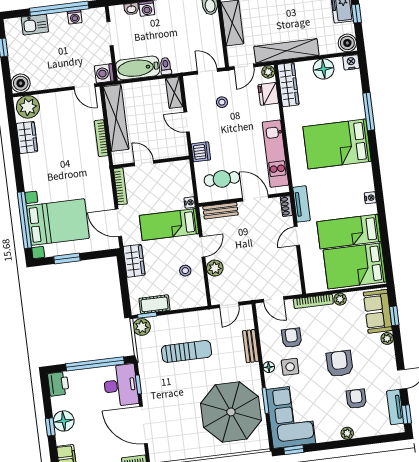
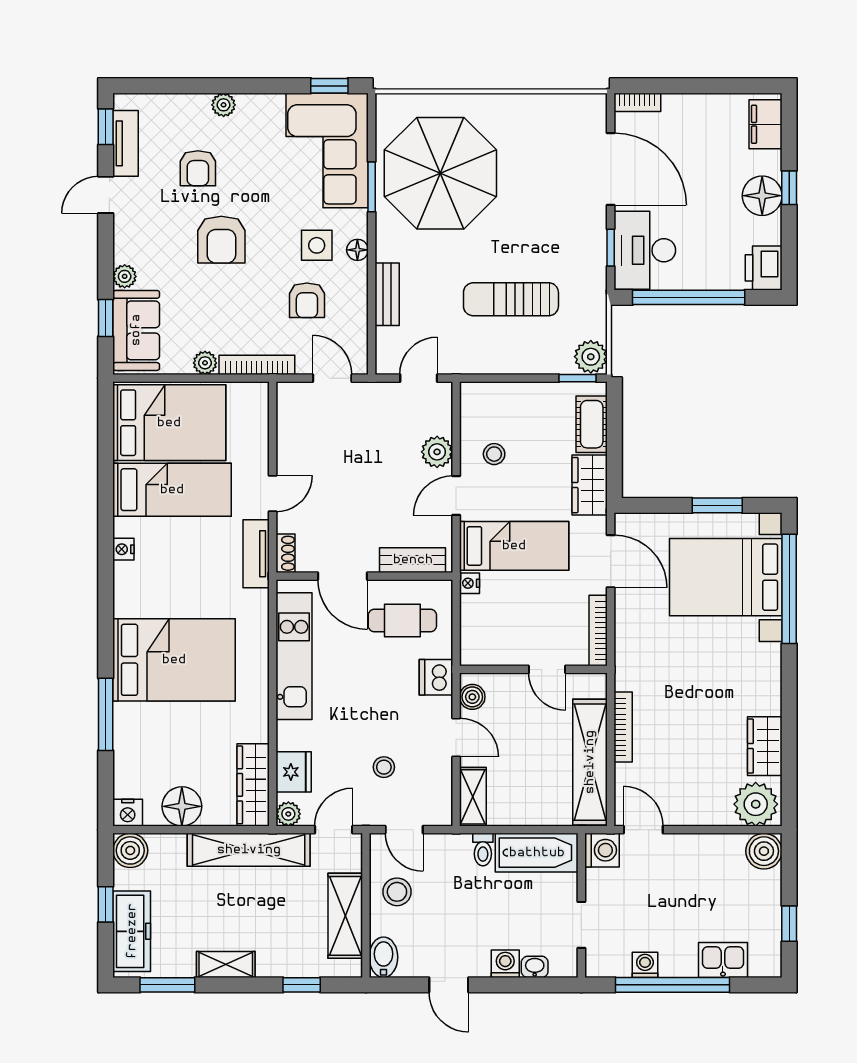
stool: (207, 39) -> (397, 892), added
boiler: (181, 144) -> (472, 697), added
cot: (155, 304) -> (592, 424), moved, turned 90

